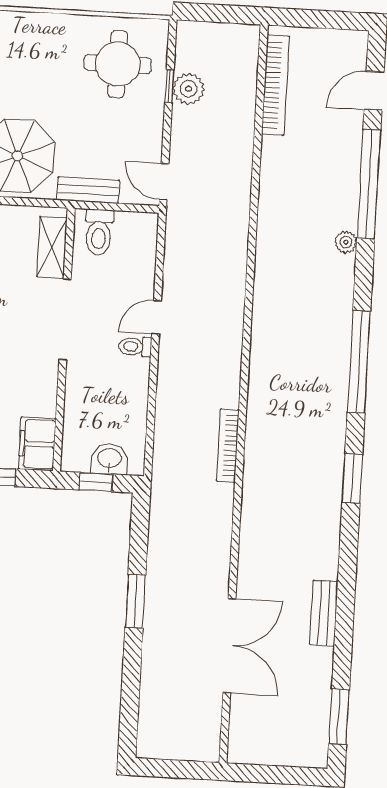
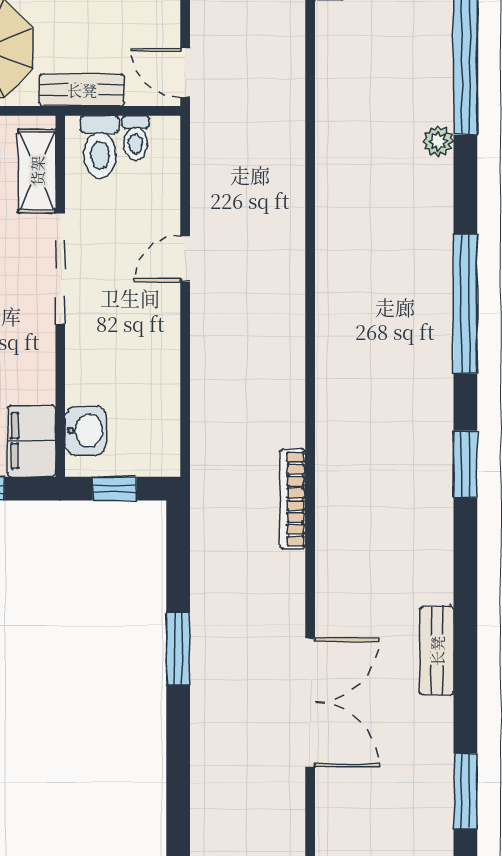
toilet: (135, 347) -> (136, 138), moved, turned -90
bookcase: (228, 446) -> (293, 499), moved
washbasin: (110, 459) -> (86, 431), moved, turned 90

